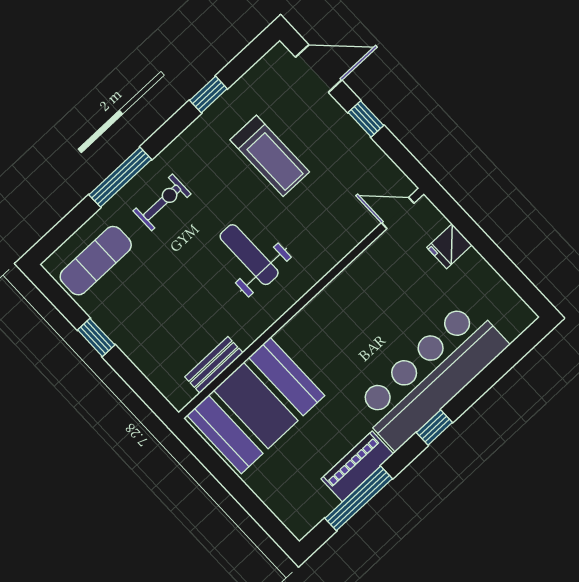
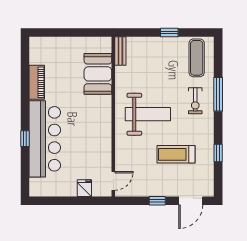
weight bench: (249, 255) -> (148, 114), width x1.36, depth x1.33
bench: (214, 365) -> (120, 51), moved
booth: (256, 405) -> (98, 74), width x0.73, depth x0.70
window: (434, 427) -> (25, 139), moved
window: (359, 498) -> (25, 72), removed

